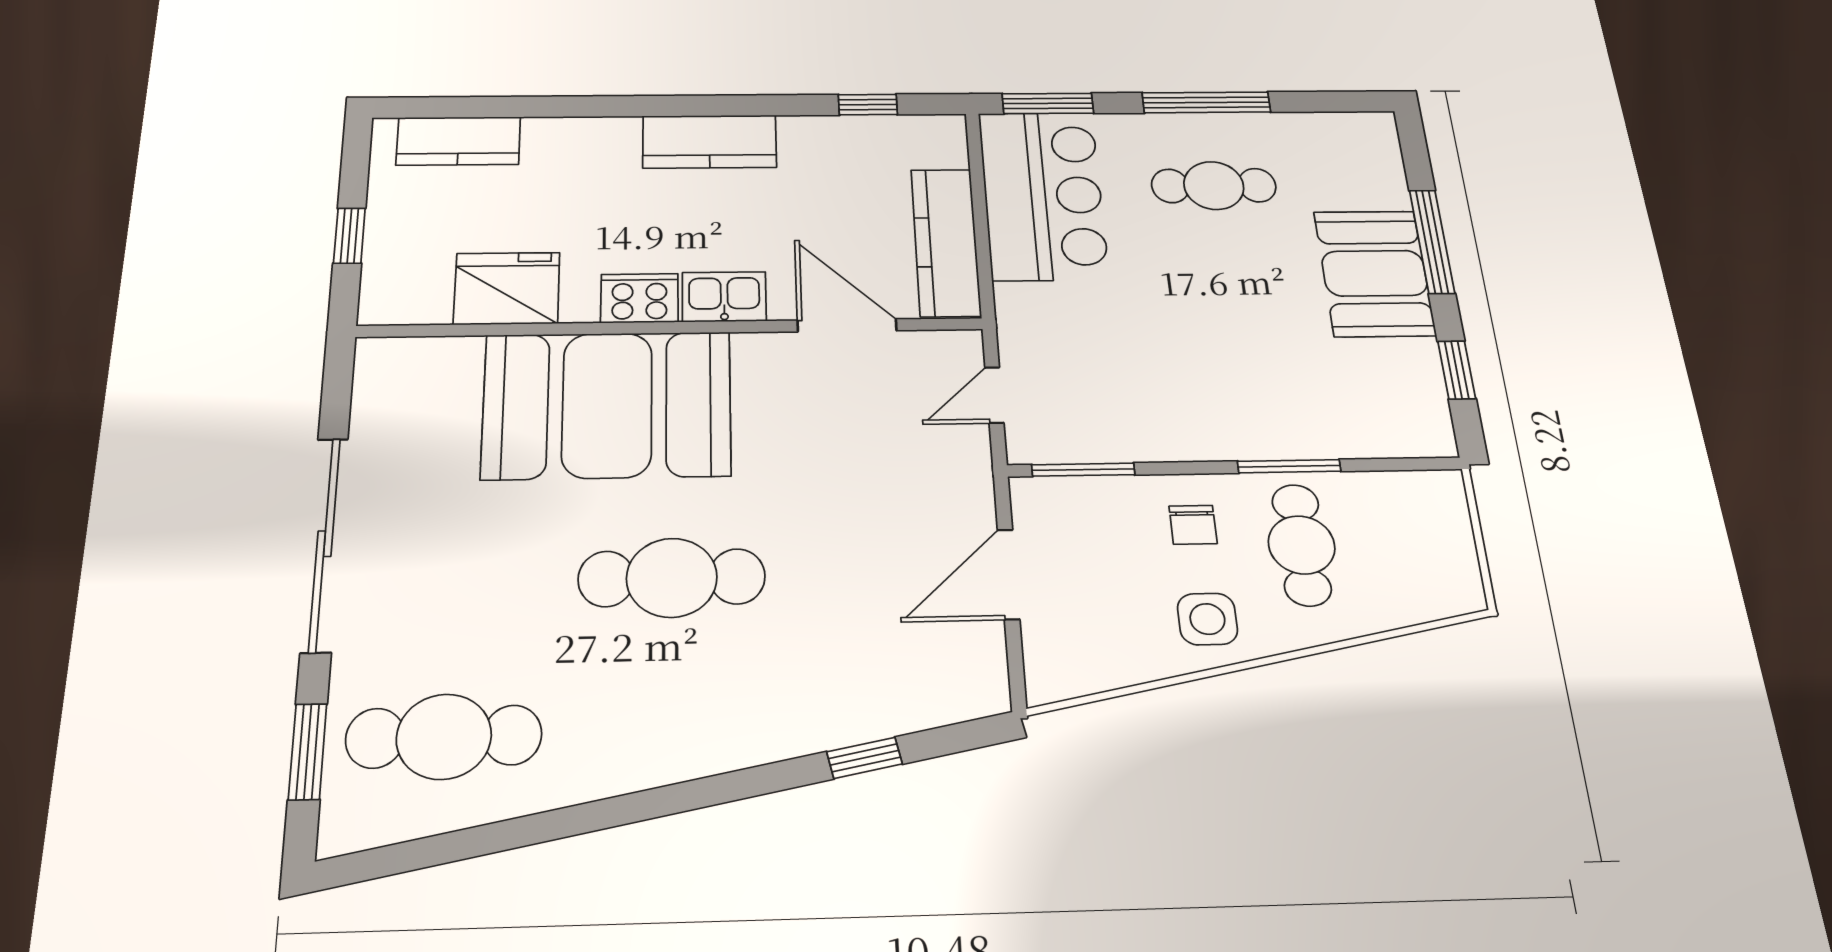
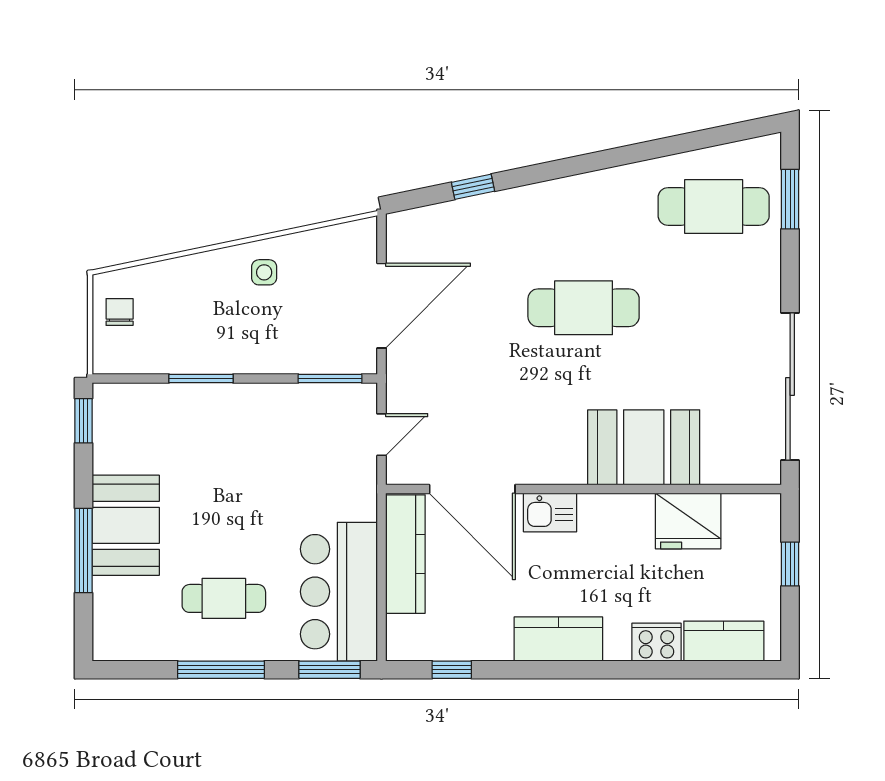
cooker: (639, 298) -> (657, 642), moved, turned 180
door: (847, 325) -> (472, 489), width x1.36
window: (1457, 370) -> (84, 421), moved
booth: (607, 405) -> (644, 447), width x0.73, depth x0.70
chair: (1193, 525) -> (120, 312), moved
sliding door: (324, 544) -> (790, 387), moved
cafe table: (1302, 545) -> (201, 322), removed
door: (1009, 574) -> (382, 306), width x1.36
side table: (1207, 619) -> (264, 272), width x0.73, depth x0.73

